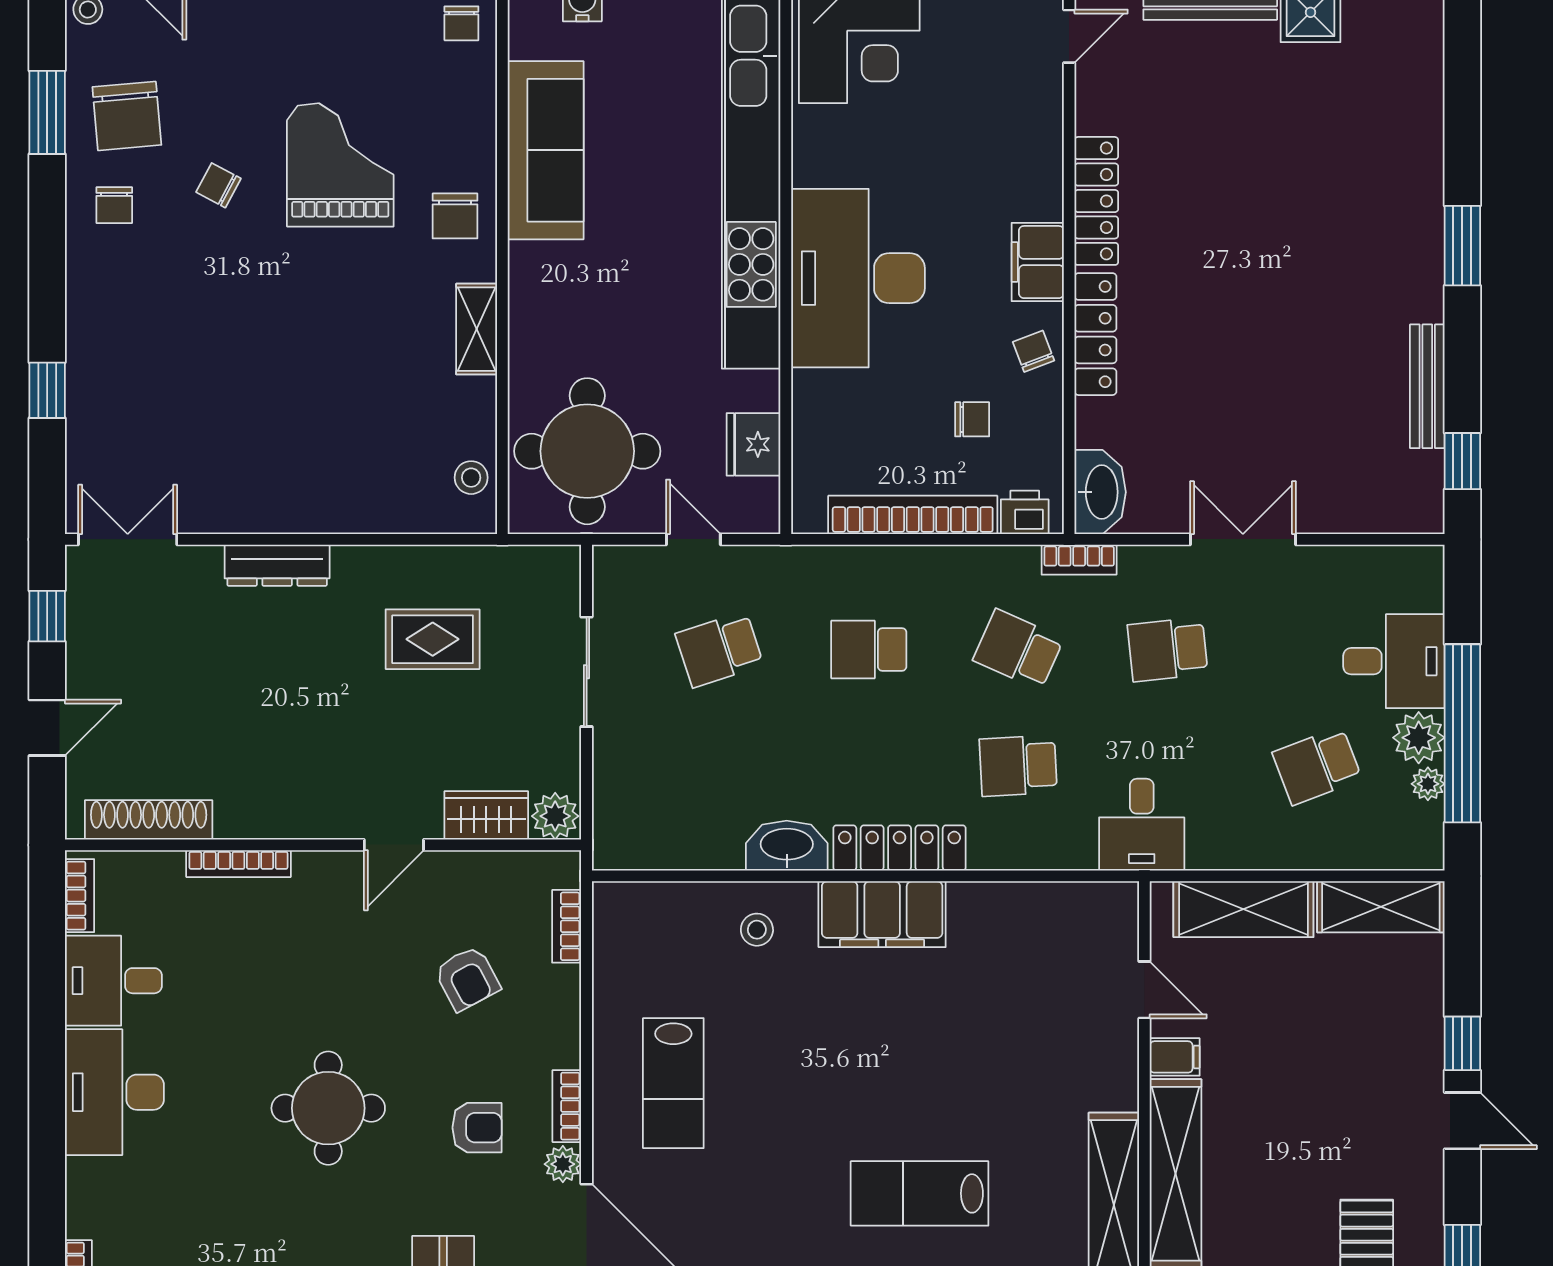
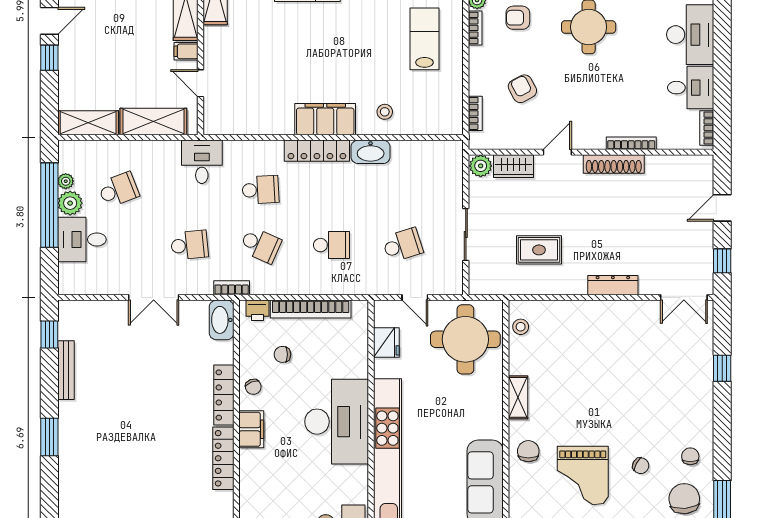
shoe rack: (149, 820) -> (614, 164), moved
door: (1462, 1121) -> (49, 21), swing flipped

